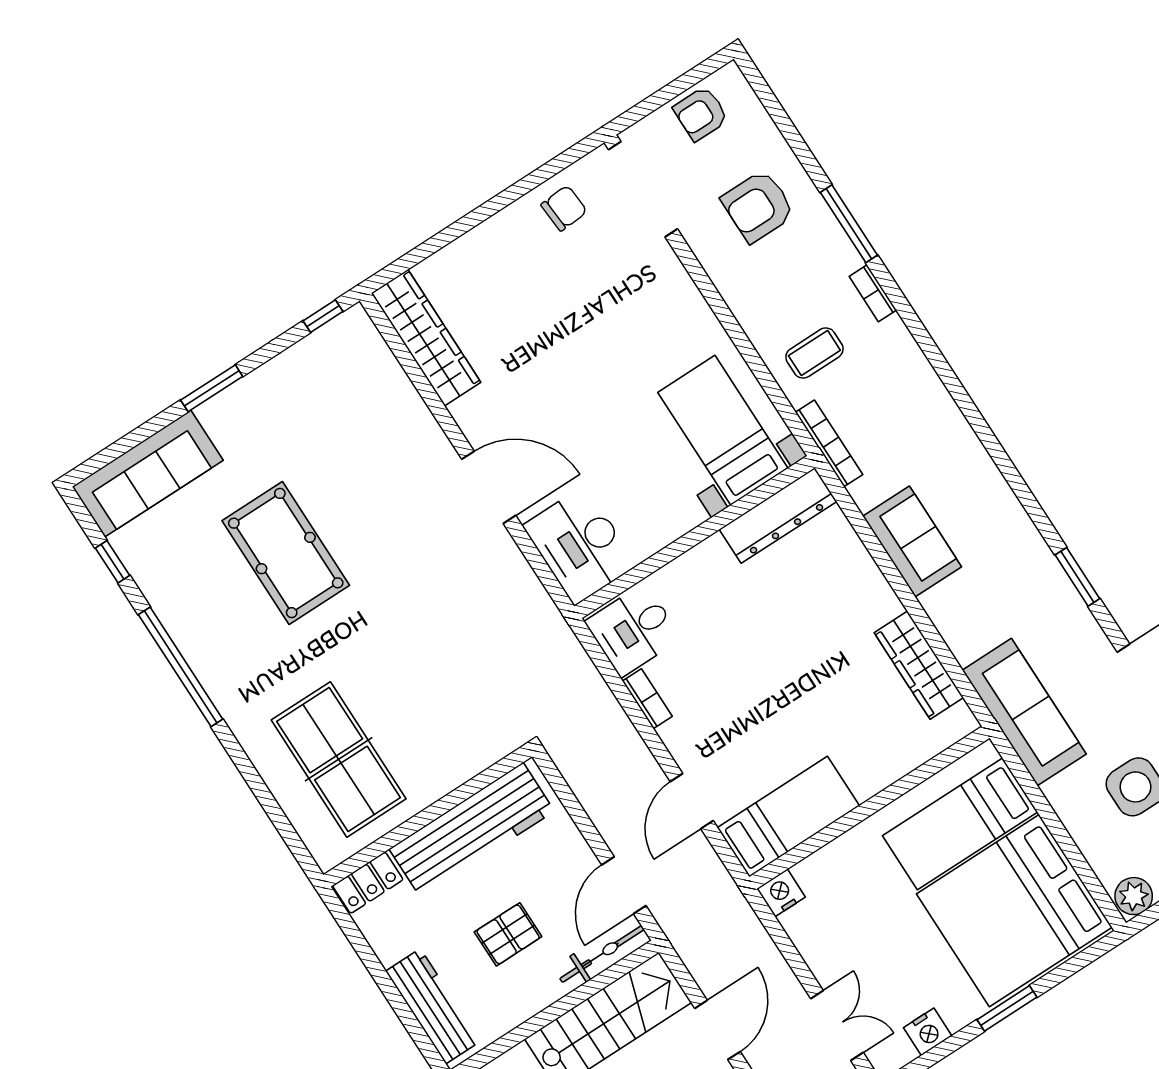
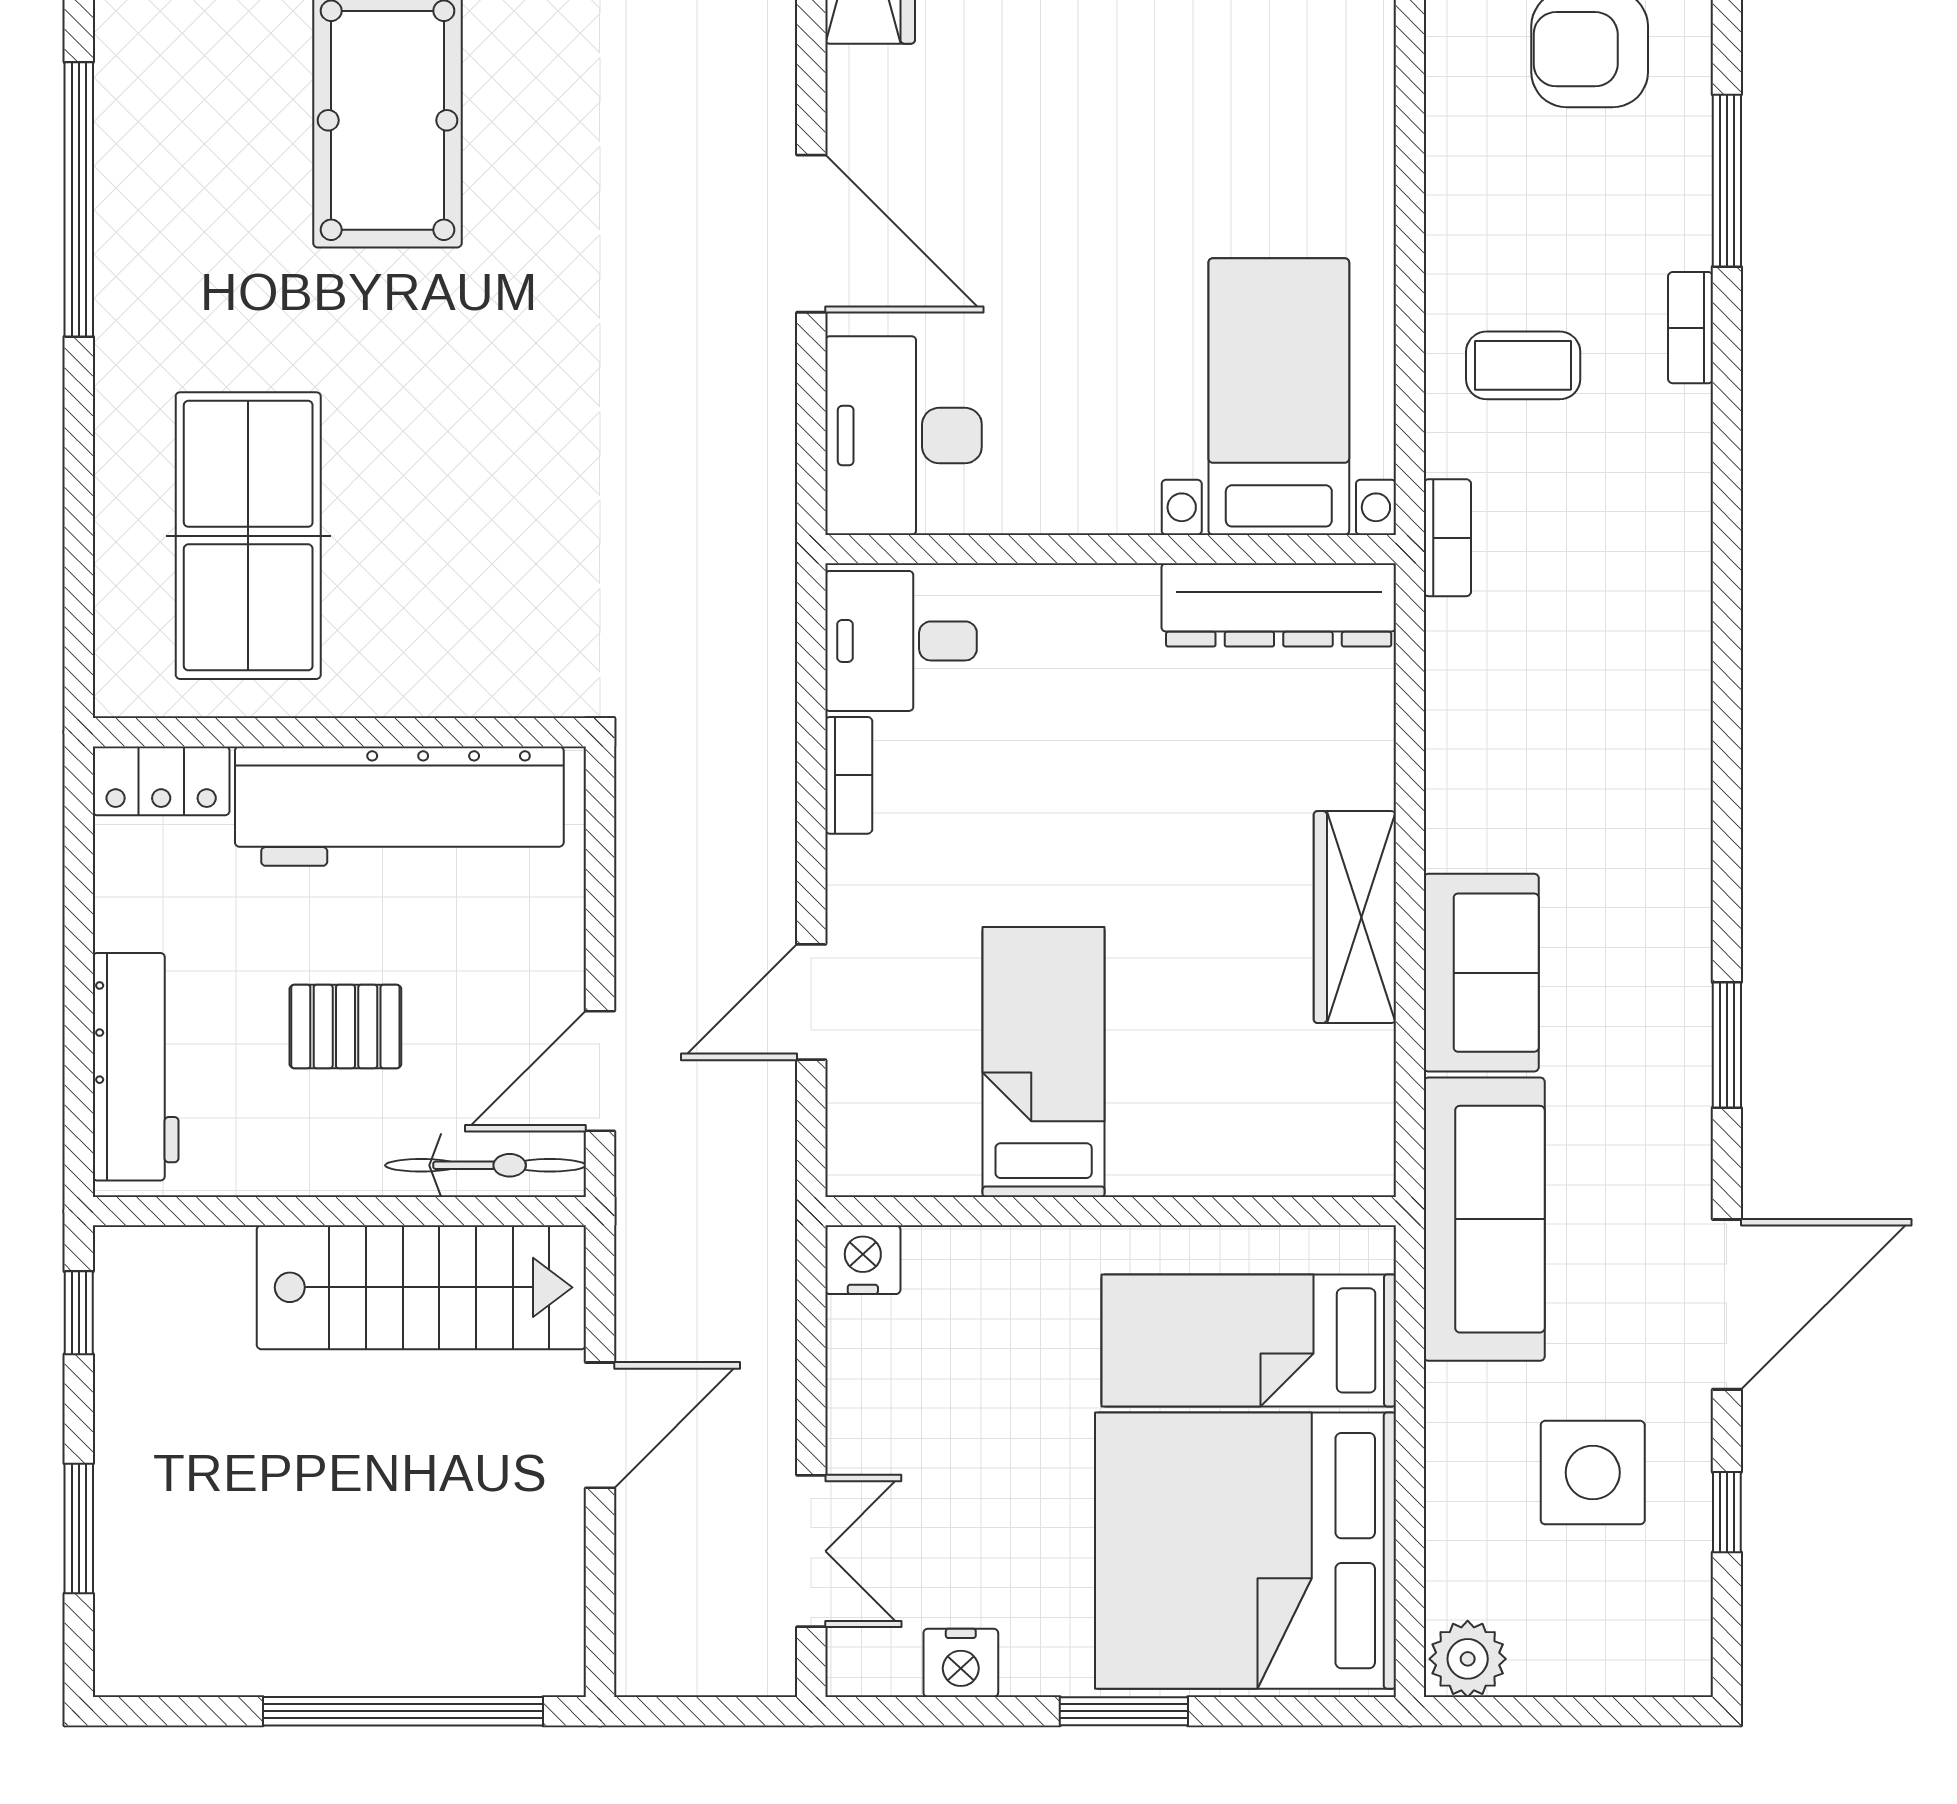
bookcase: (829, 443) -> (1447, 538), width x0.64
sofa: (912, 541) -> (1481, 973), moved
wardrobe: (919, 665) -> (1355, 917), moved
bed: (788, 817) -> (1044, 1062), moved, turned -90

